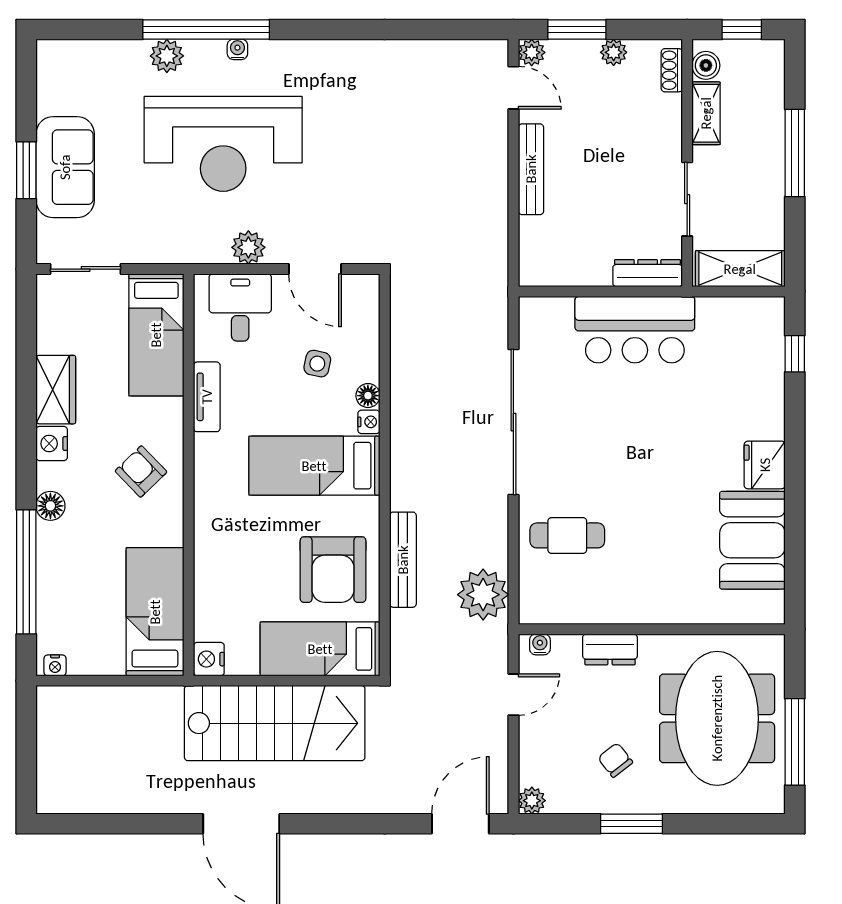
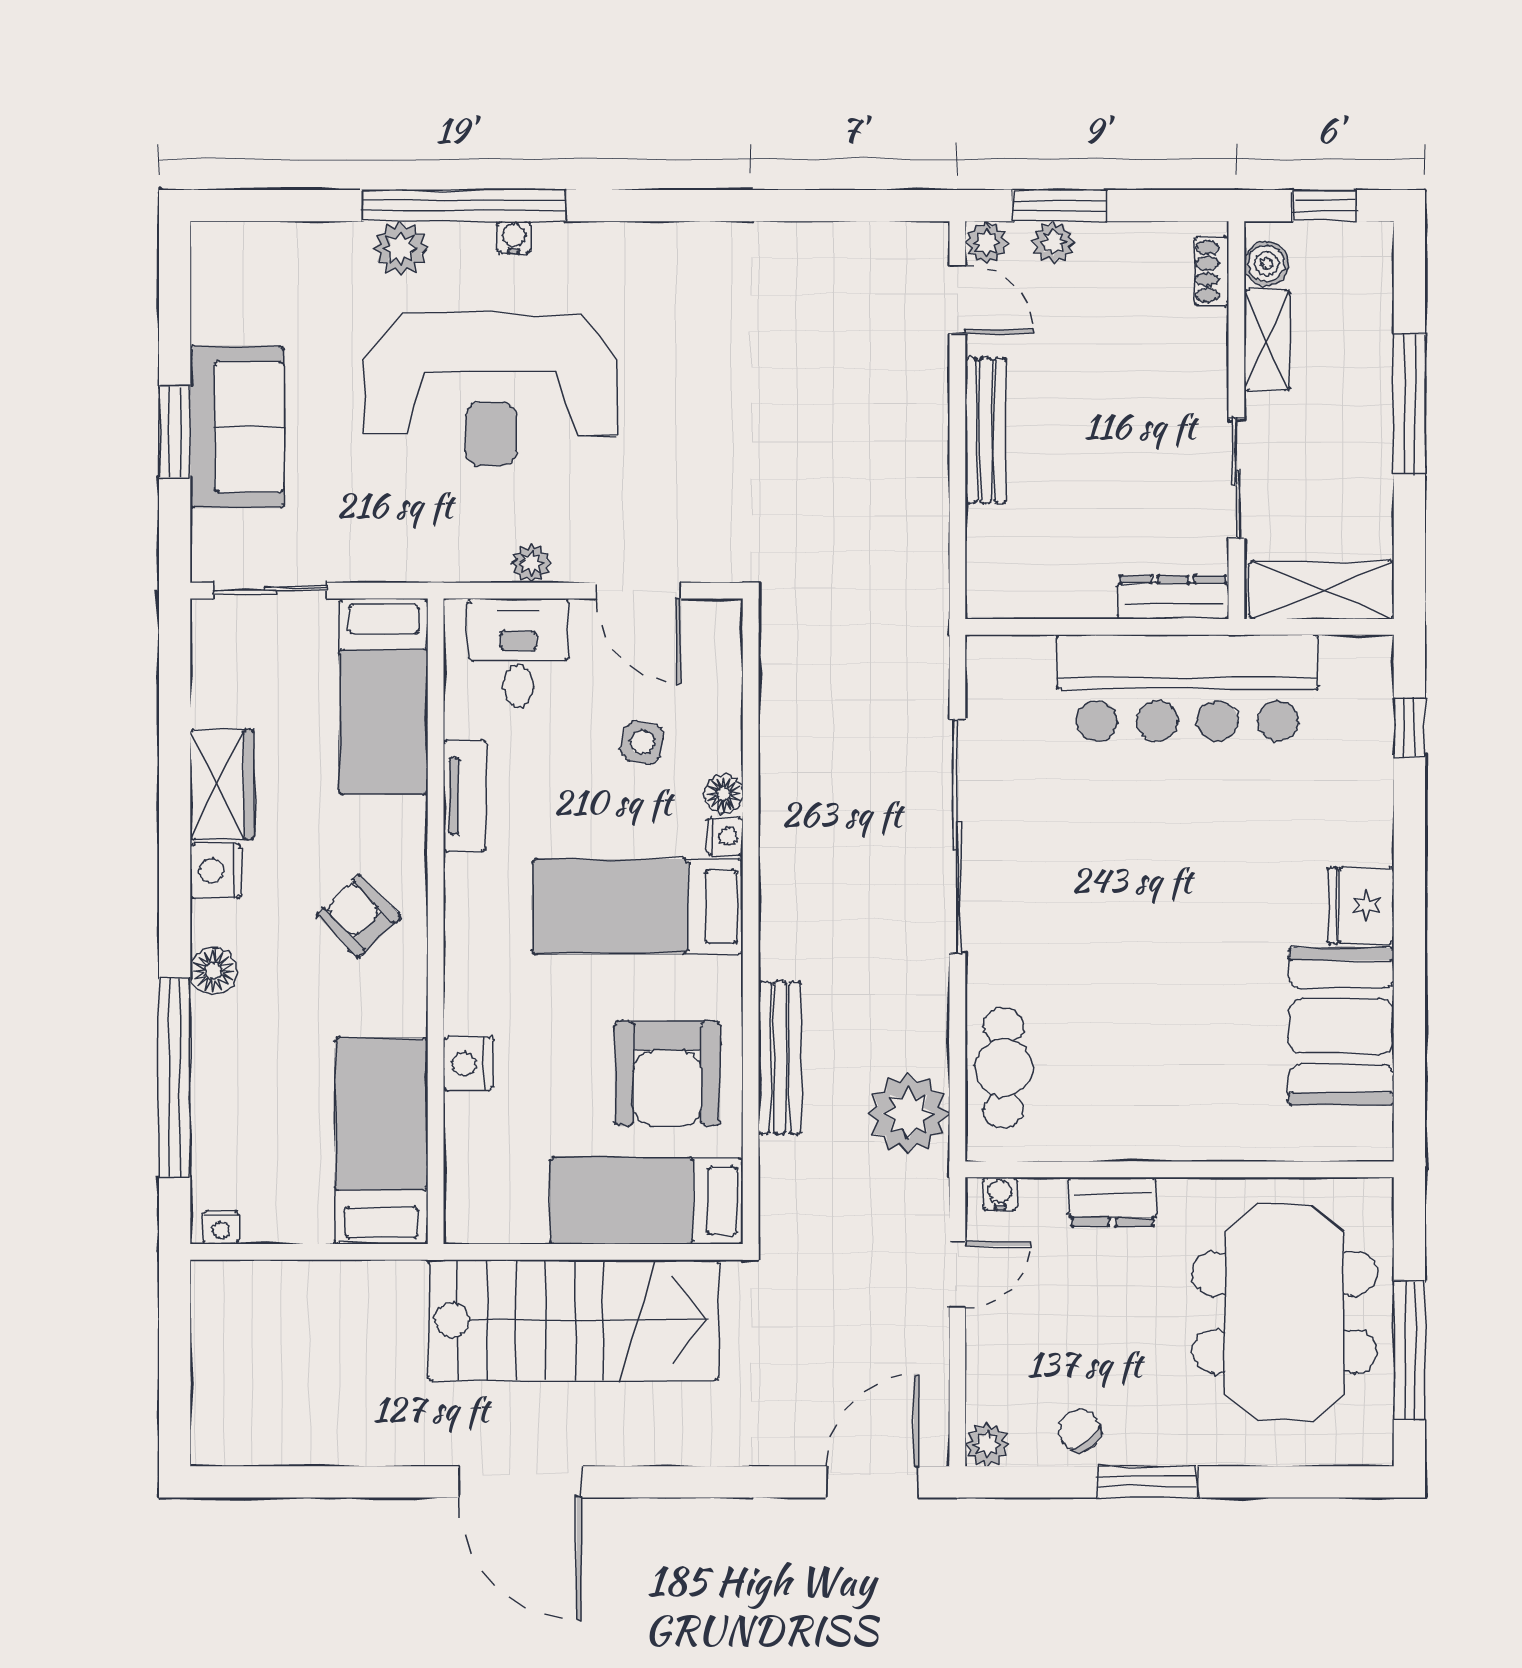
plant: (614, 52) -> (1053, 242), moved
plant: (248, 247) -> (531, 563), width x0.73, depth x0.73
bar counter: (635, 330) -> (1187, 688), width x1.36
cafe table: (567, 535) -> (1003, 1068), moved, turned 90
nightstand: (209, 659) -> (468, 1064), moved
chair: (615, 760) -> (1080, 1431), moved

